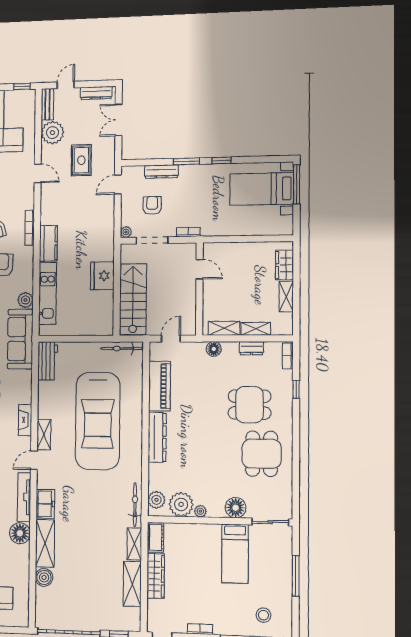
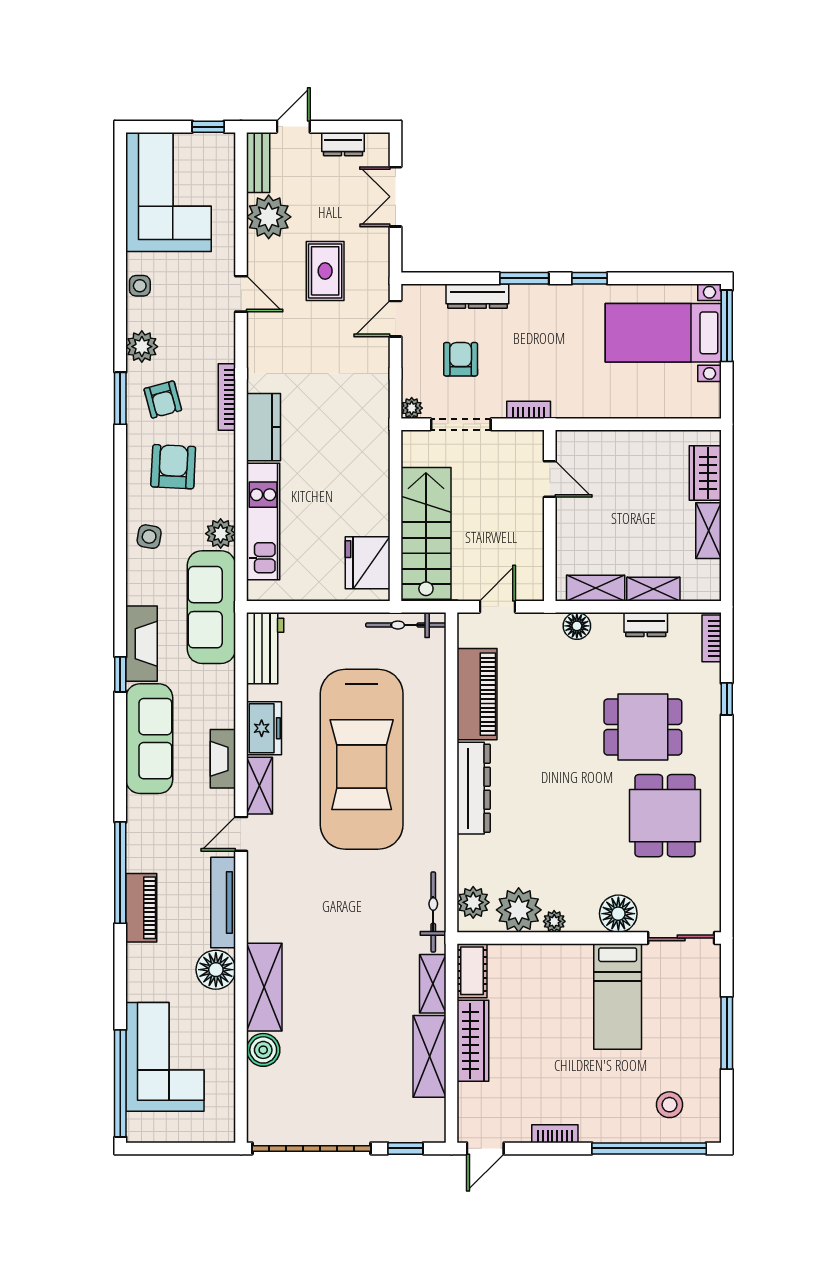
dresser: (96, 93) -> (343, 144), width x0.70
fridge: (102, 276) -> (368, 563), moved
freezer: (45, 504) -> (264, 728), moved

